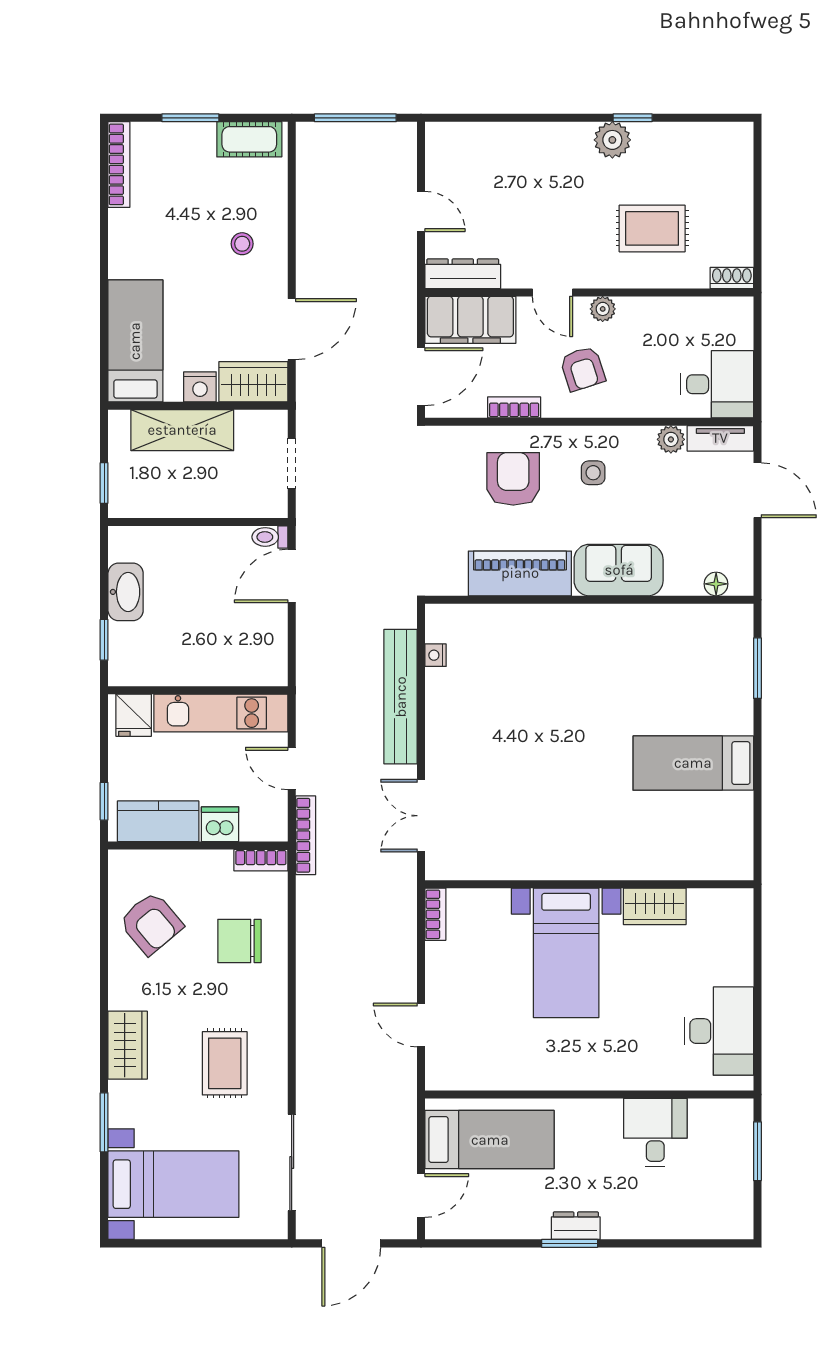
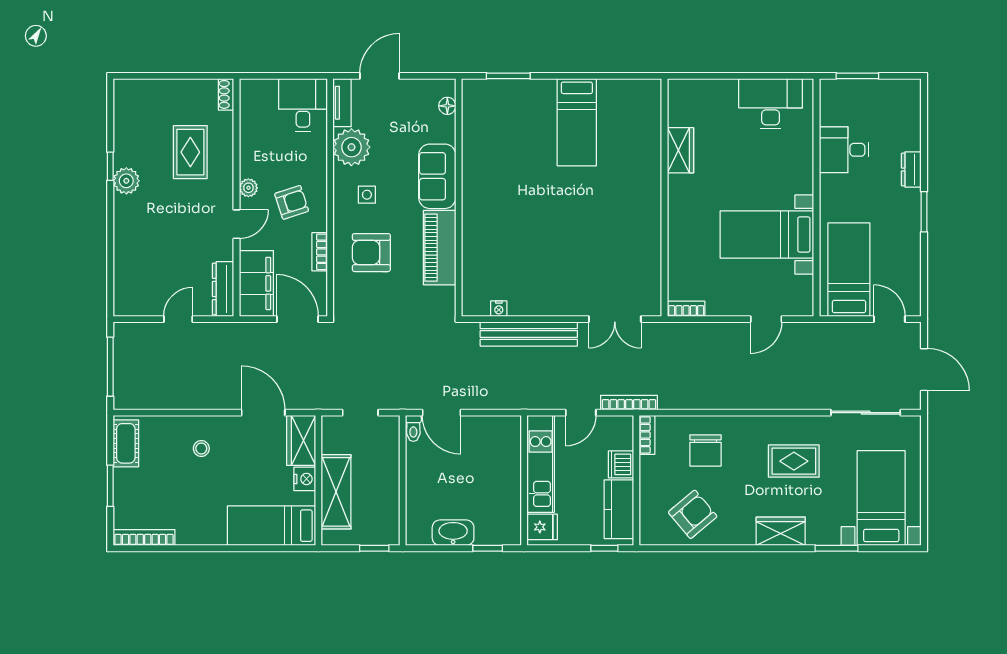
plant: (671, 439) -> (351, 147), width x1.88, depth x1.88
bed with nightstands: (566, 953) -> (767, 234), moved, turned 180
dresser: (576, 1226) -> (911, 169), moved

